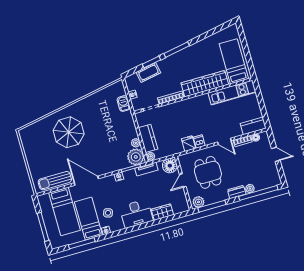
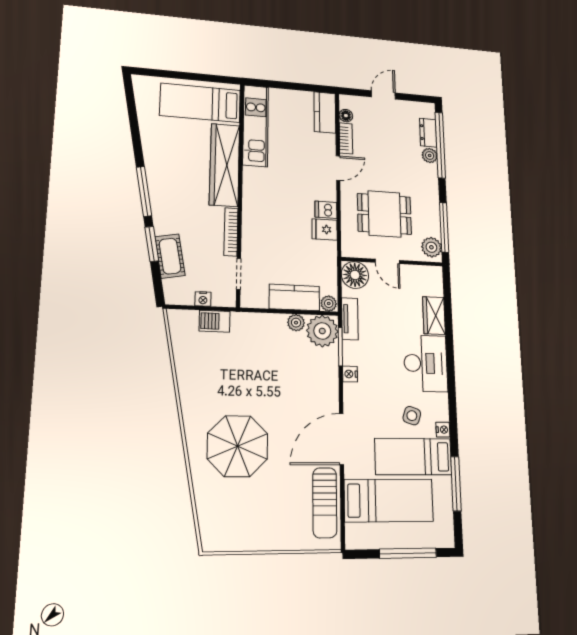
dresser: (237, 192) -> (428, 133), moved

